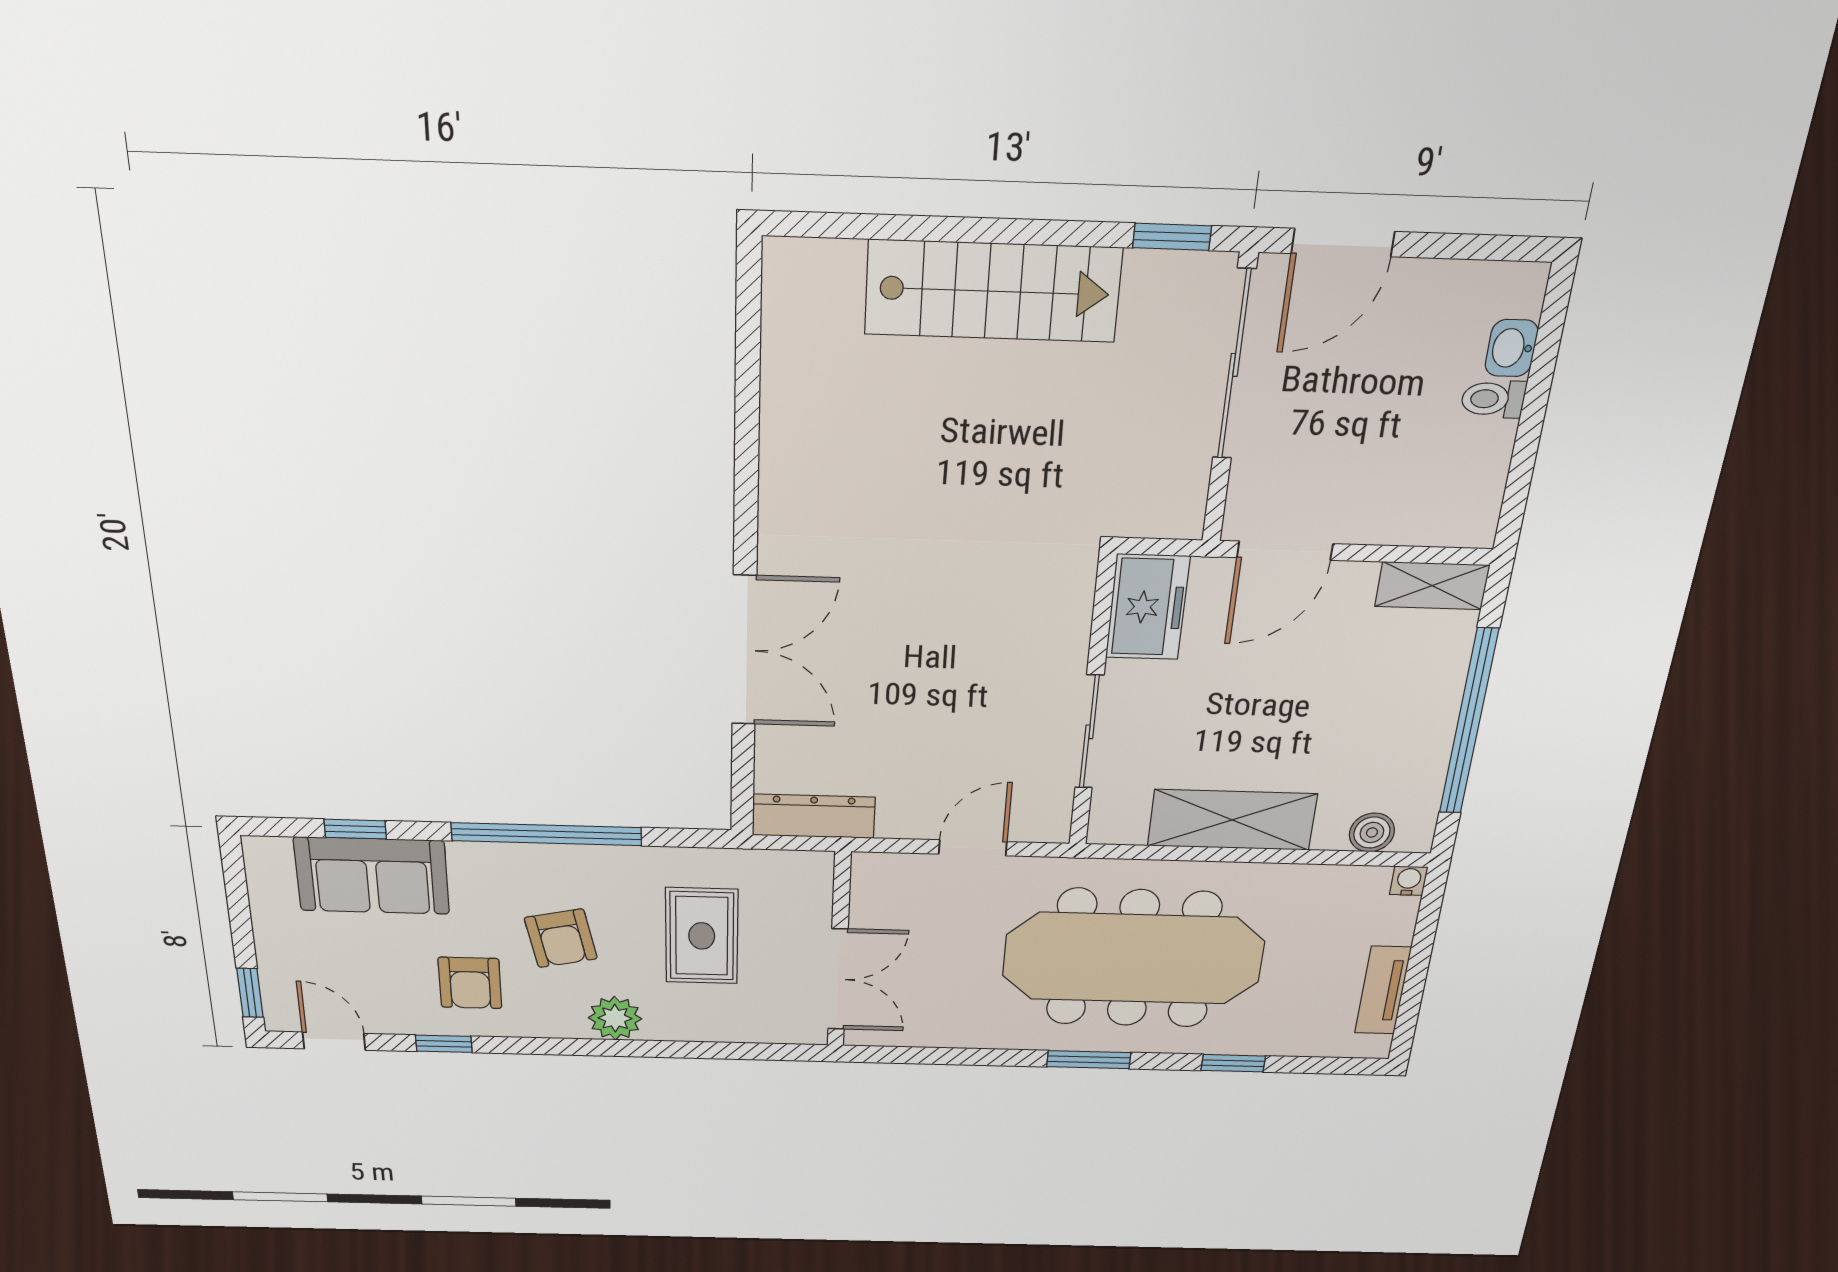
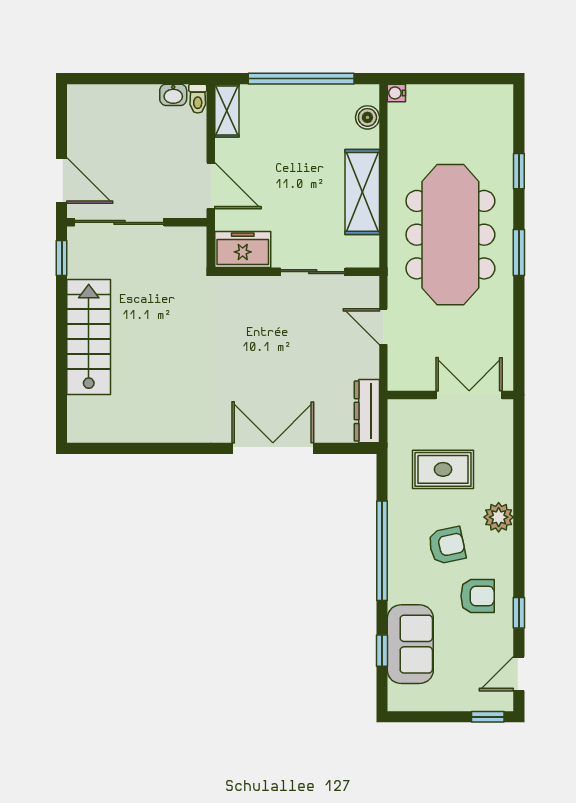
washbasin: (1511, 348) -> (173, 95), moved
toilet: (1493, 399) -> (198, 99), moved
tv unit: (1383, 990) -> (467, 95), removed

